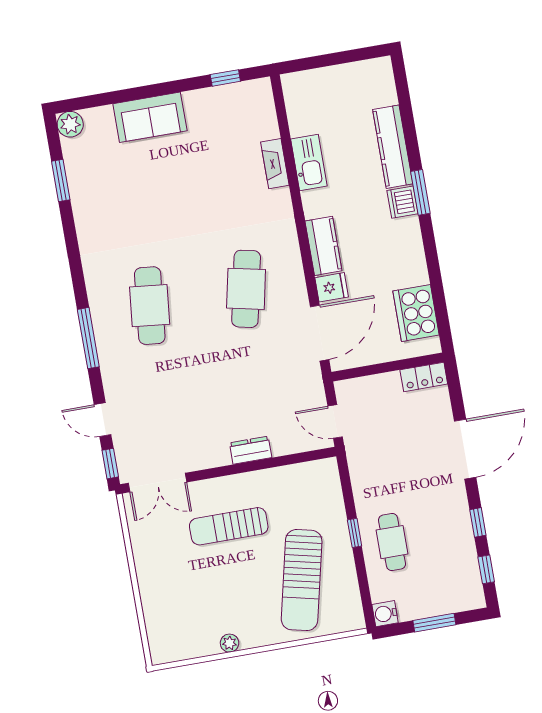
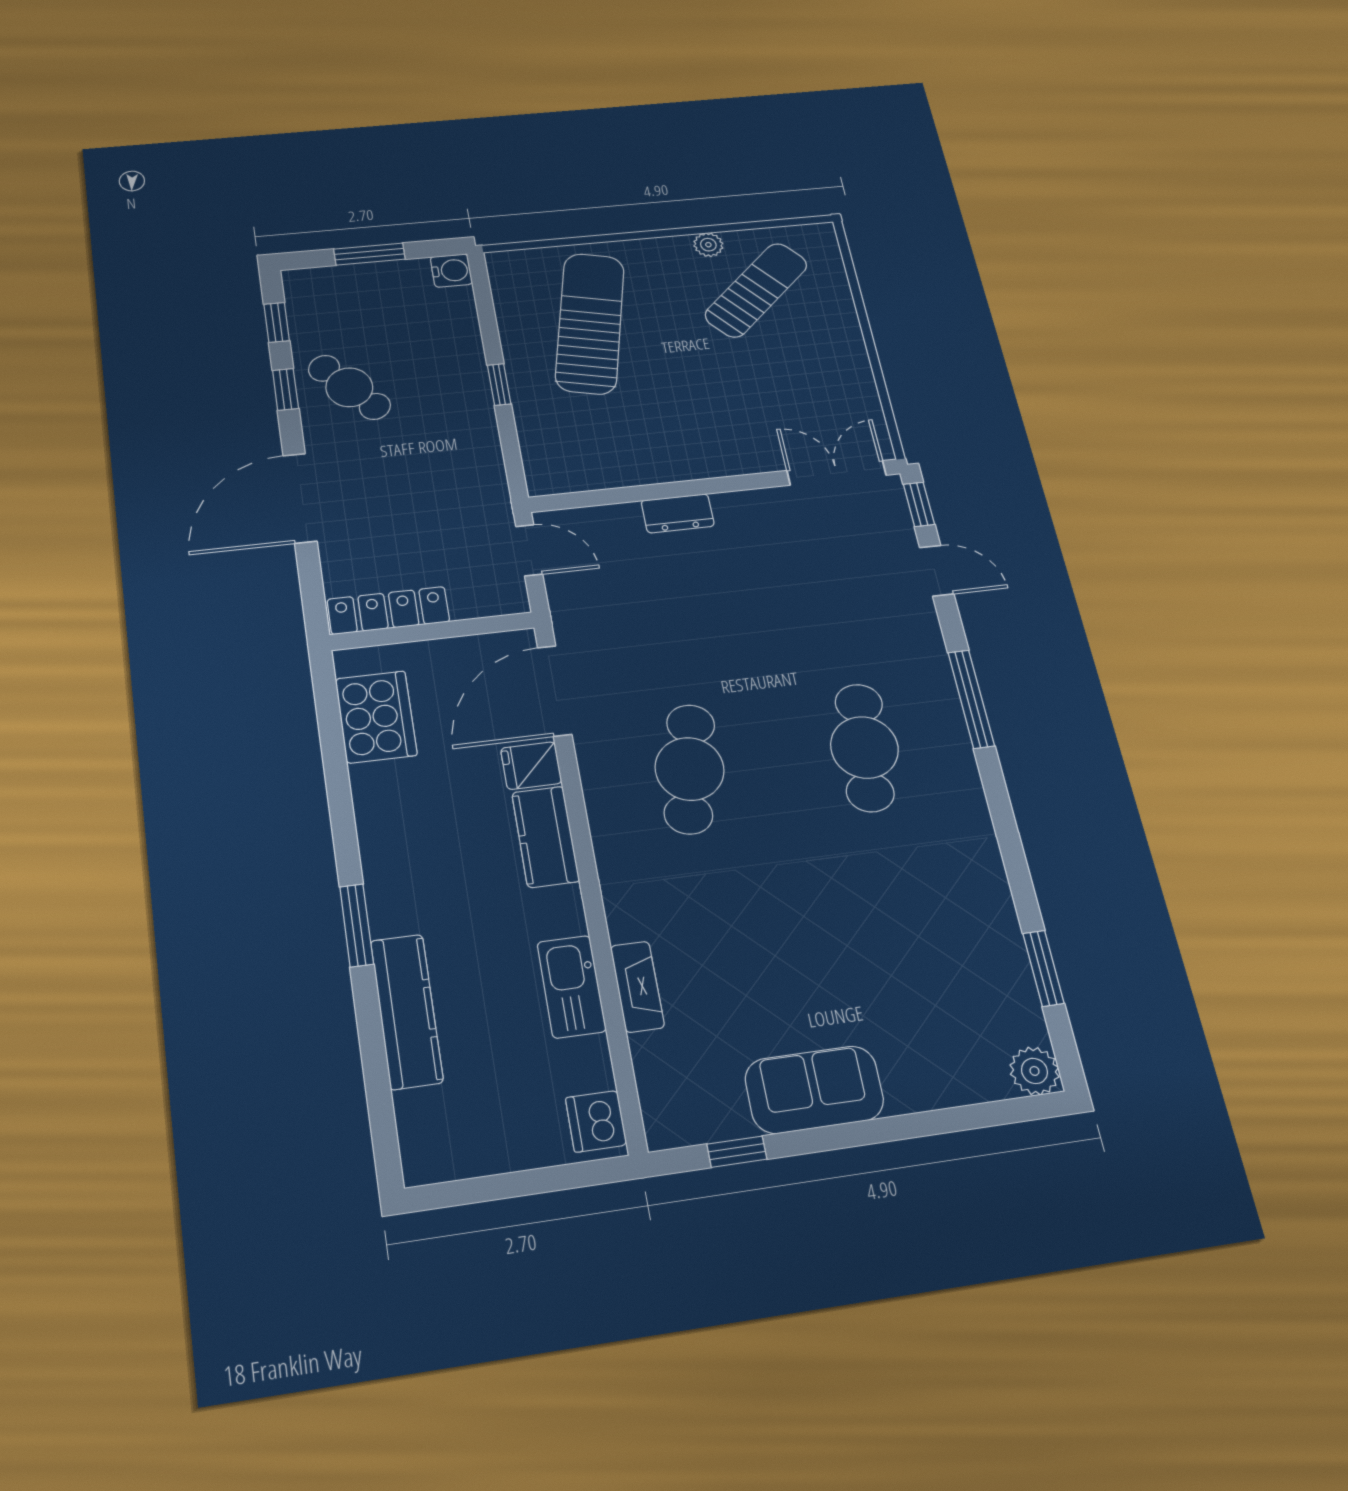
sofa: (150, 117) -> (814, 1090), moved
dishwasher: (402, 202) -> (596, 1121), moved, turned 180
locker: (424, 377) -> (388, 611), width x1.53
sun lounger: (229, 526) -> (756, 290), moved, turned -42
cafe table: (392, 542) -> (349, 387), moved, turned -41

